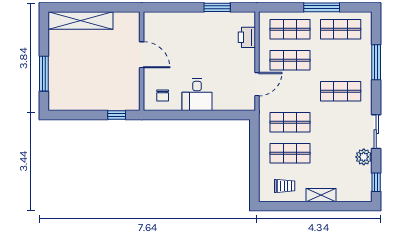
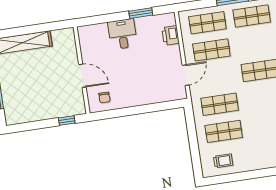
door: (142, 55) -> (82, 76), moved
desk: (197, 95) -> (123, 34), moved, turned 180
shelving: (321, 195) -> (256, 164), removed

